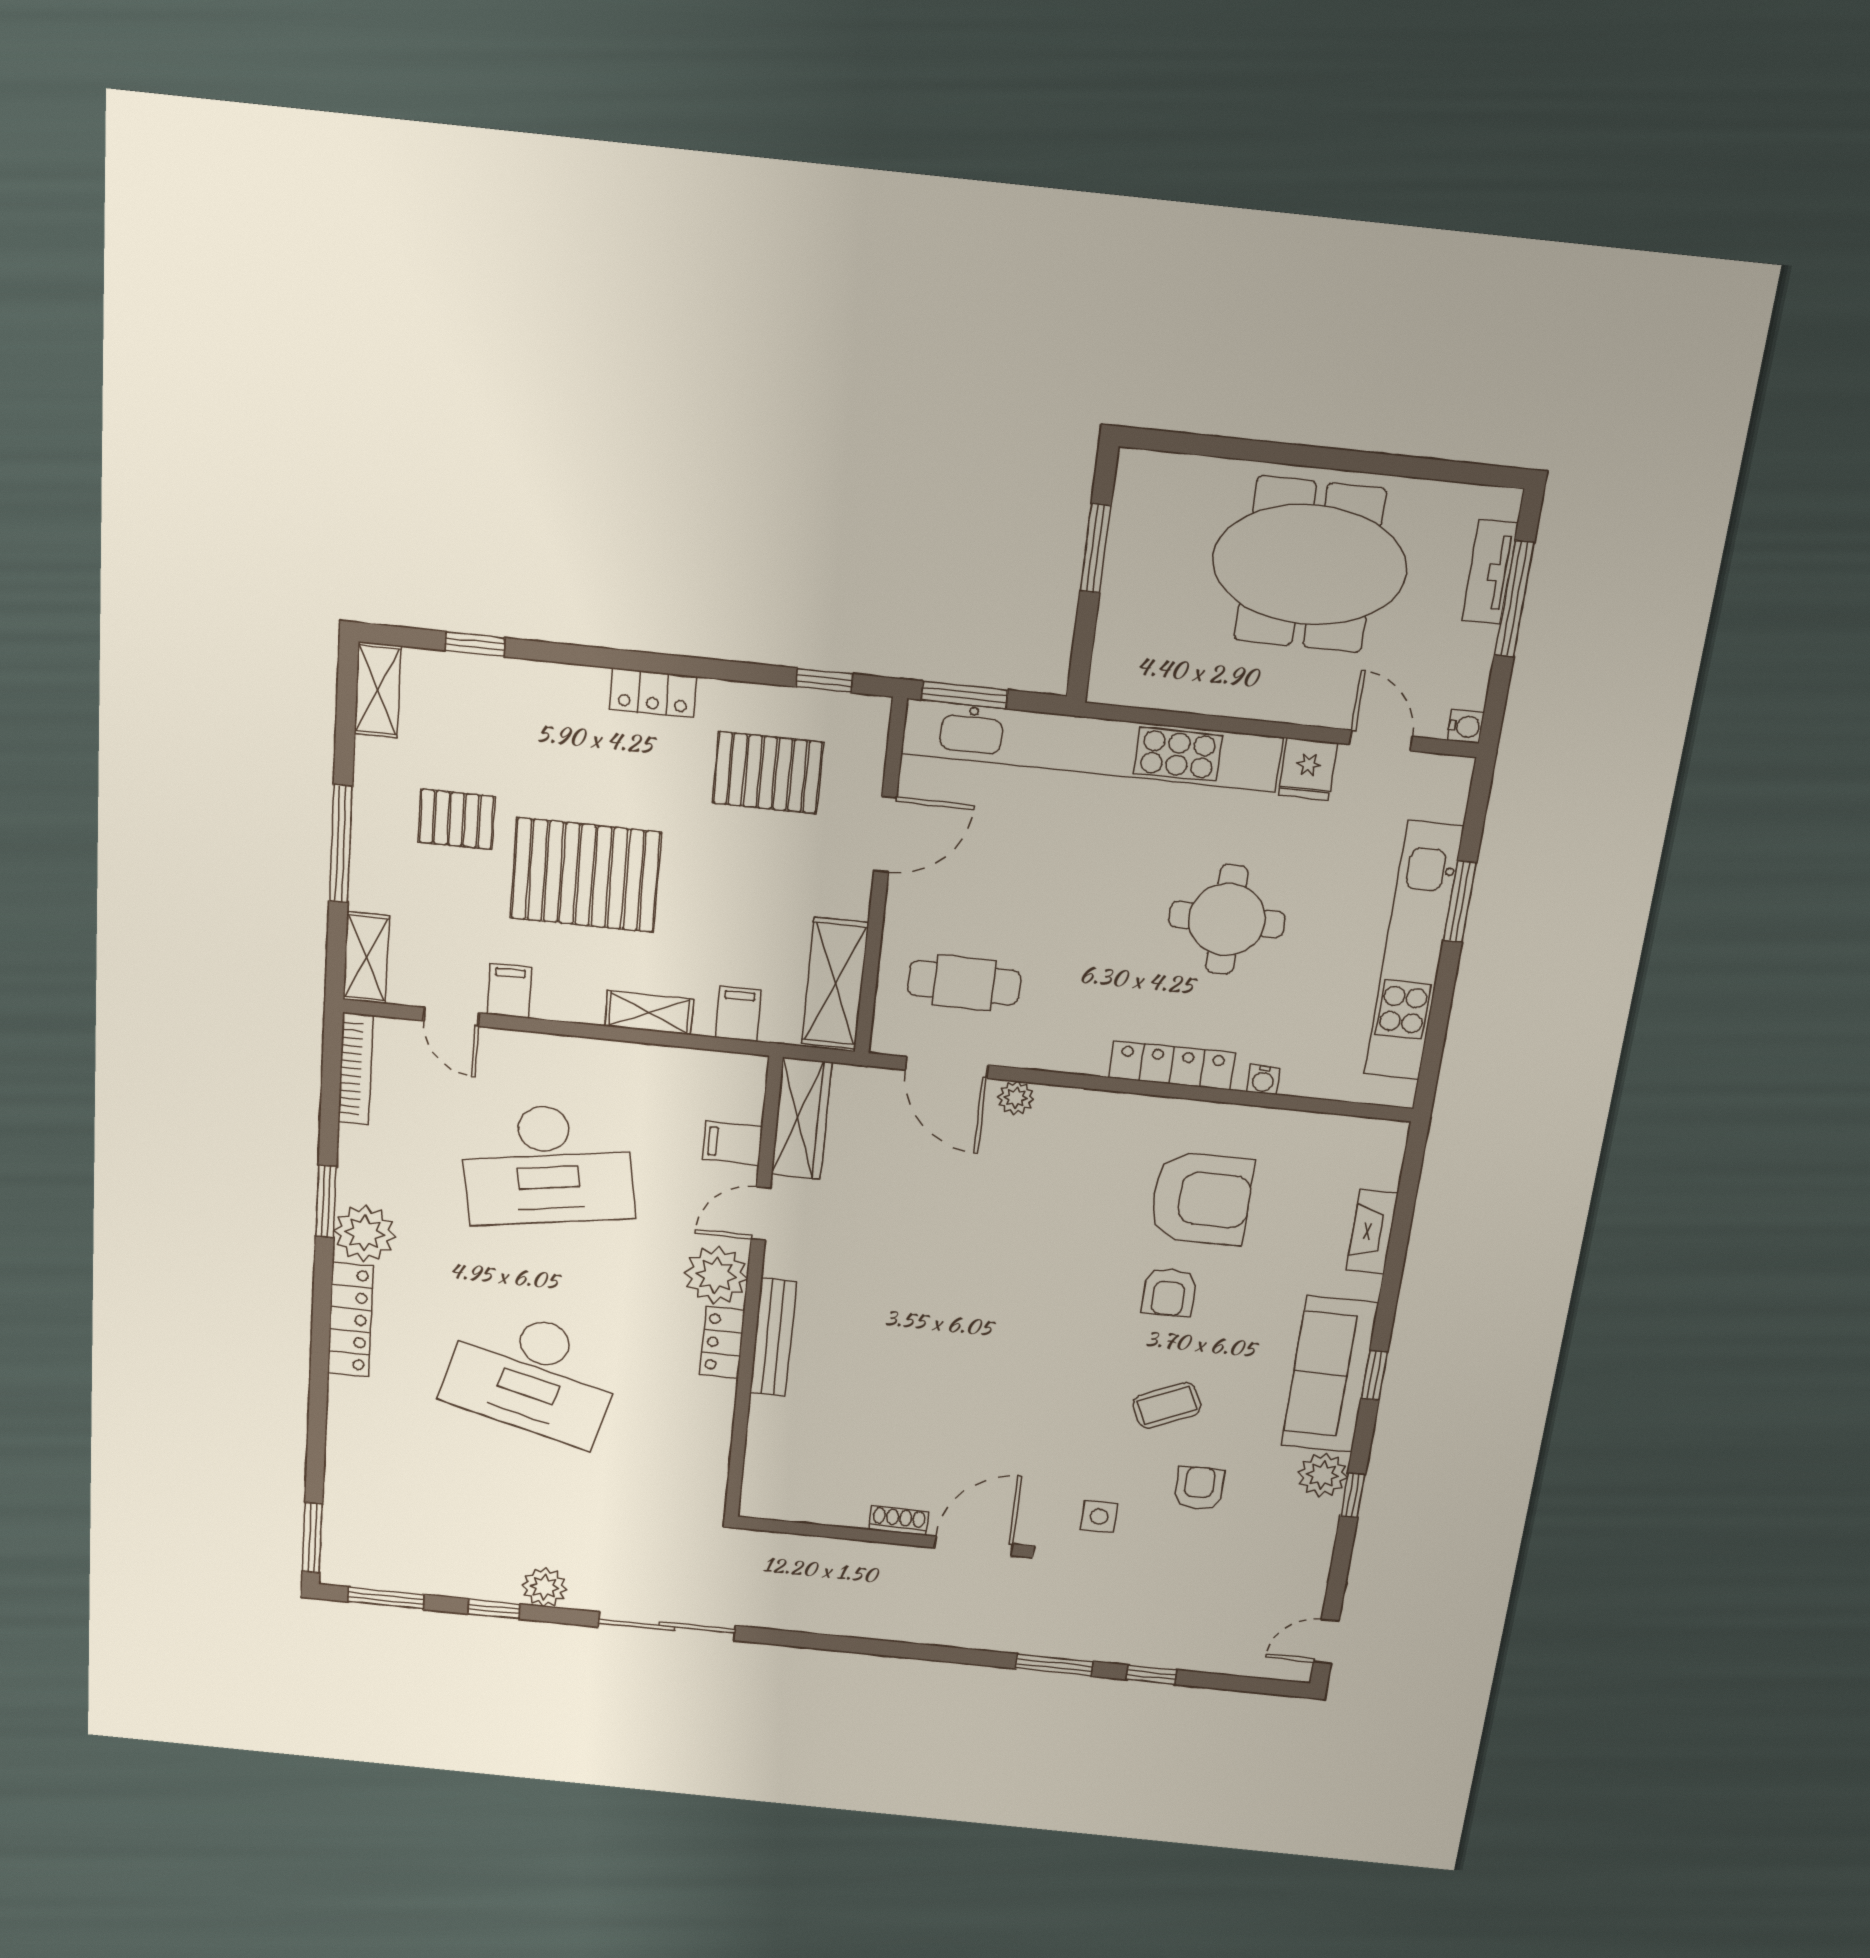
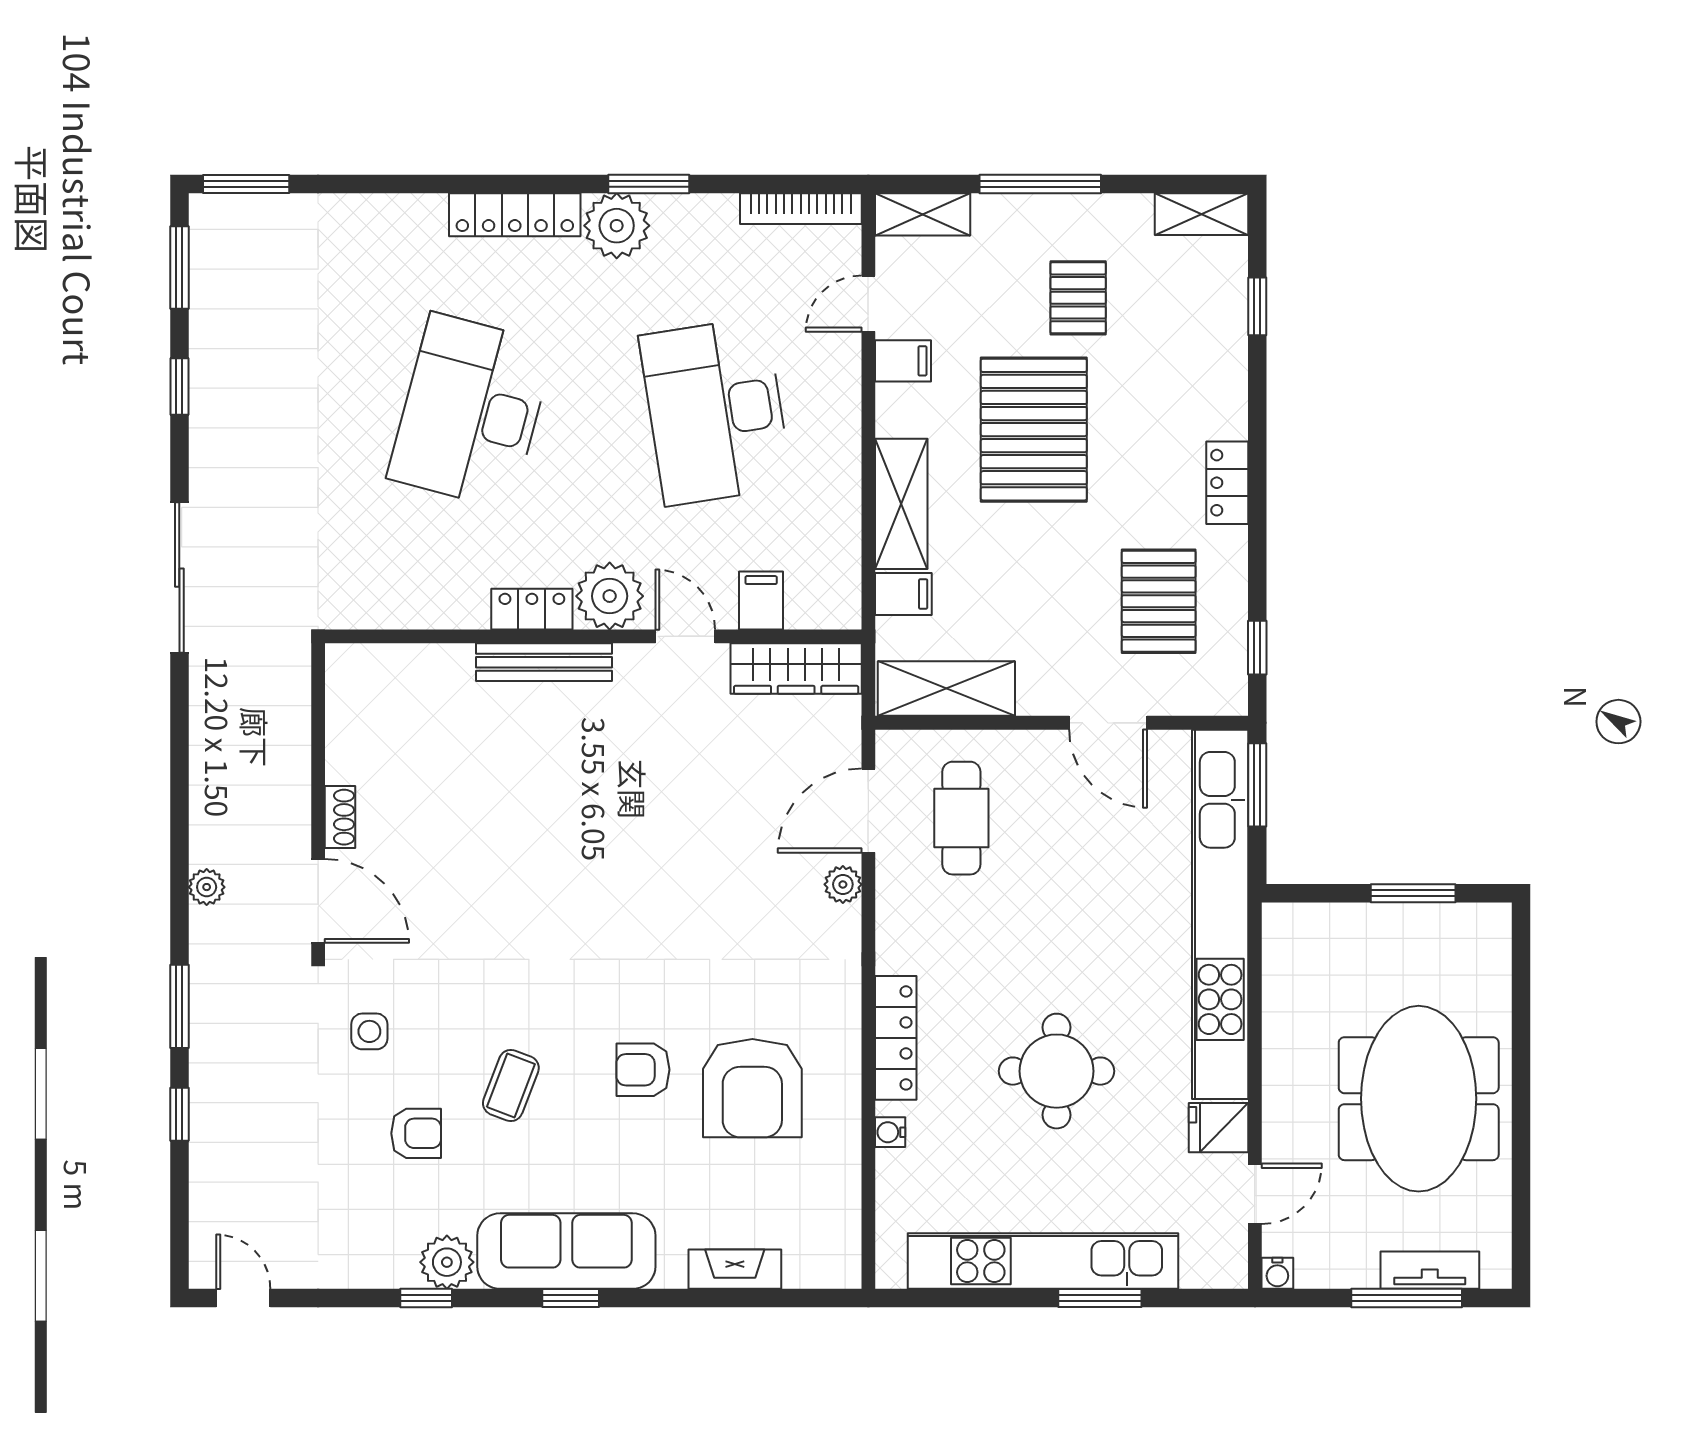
shelving: (649, 1013) -> (901, 504), width x1.50, depth x1.33
coffee table: (1167, 1405) -> (511, 1085), turned 46
plant: (545, 1587) -> (207, 887), moved, width x0.73, depth x0.73

